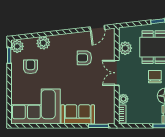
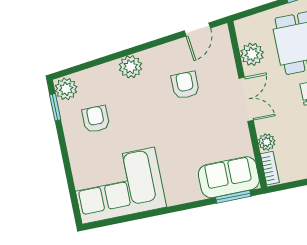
plant: (43, 43) -> (131, 67), moved
armchair: (84, 58) -> (185, 85), turned 90
double door: (117, 73) -> (246, 99), swing flipped
sofa: (78, 114) -> (229, 177), moved

